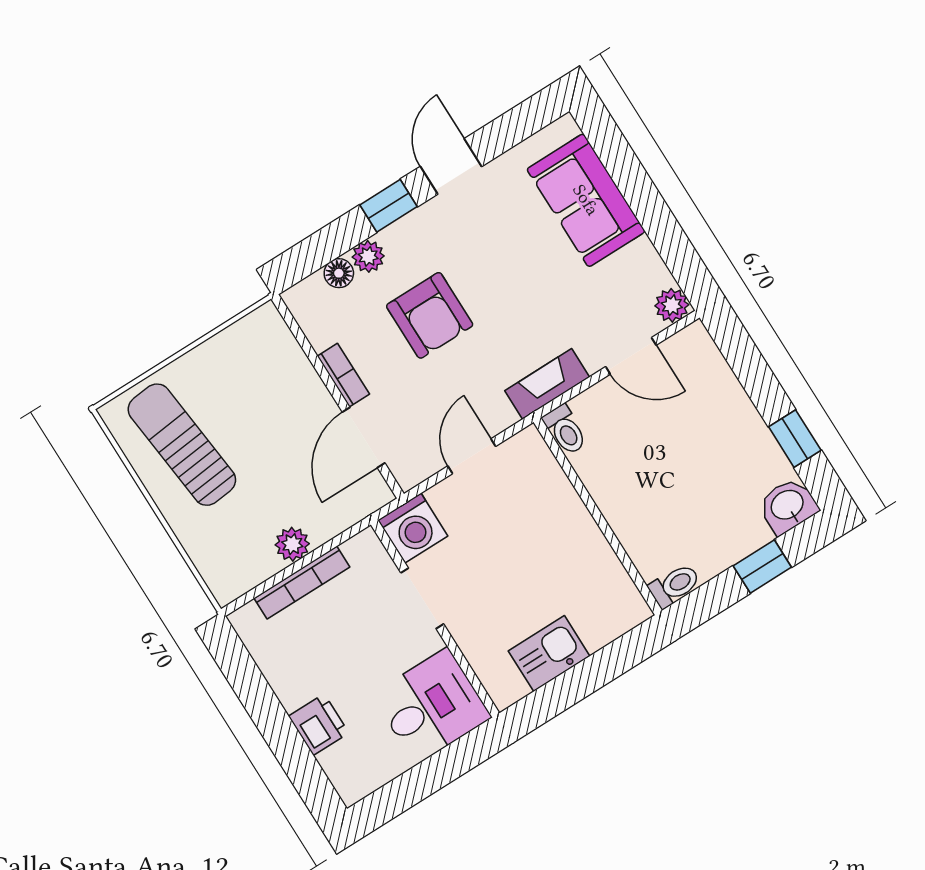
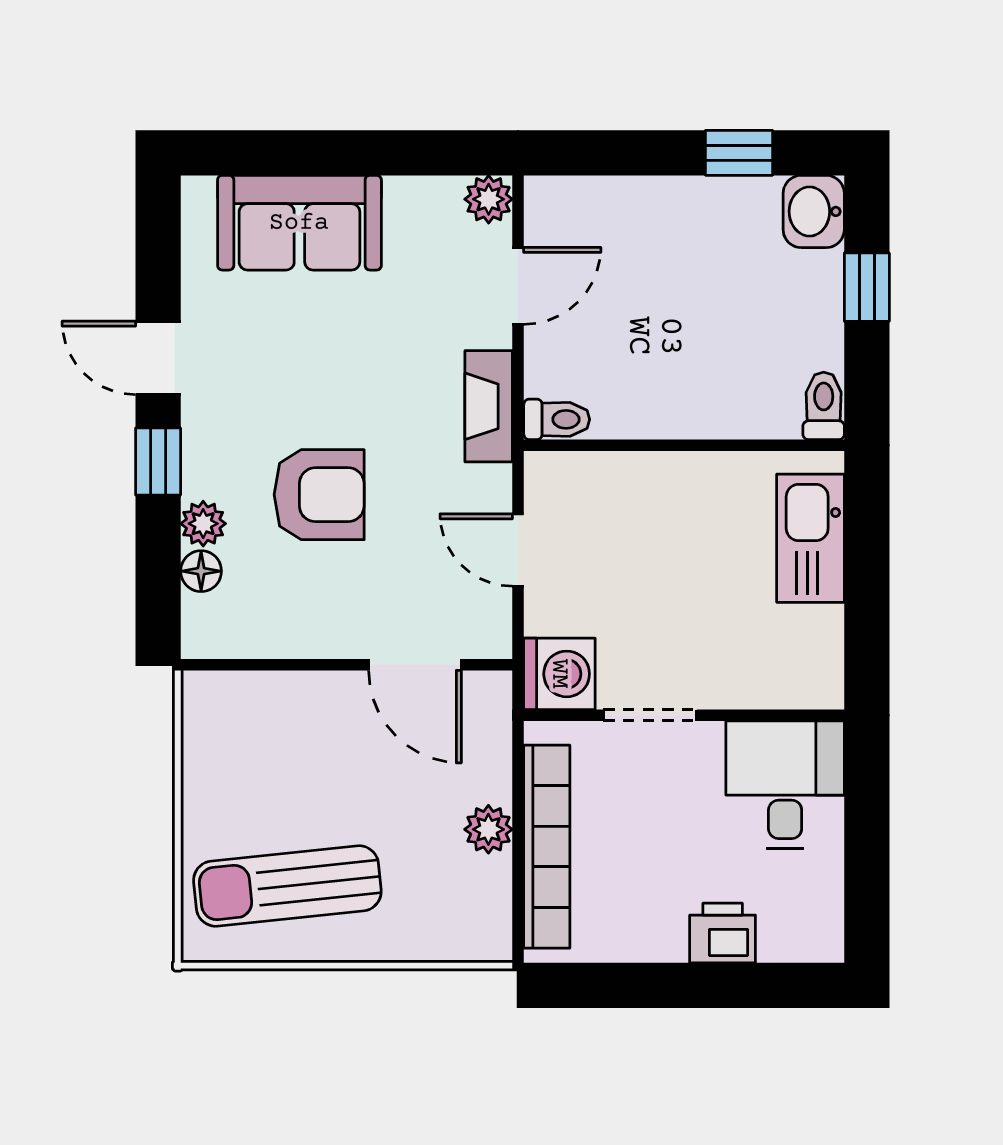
bookcase: (343, 375) -> (326, 642), removed
bookcase: (302, 583) -> (547, 847), width x1.48, depth x1.31
kitchen sink: (549, 653) -> (811, 538), moved, width x1.38

